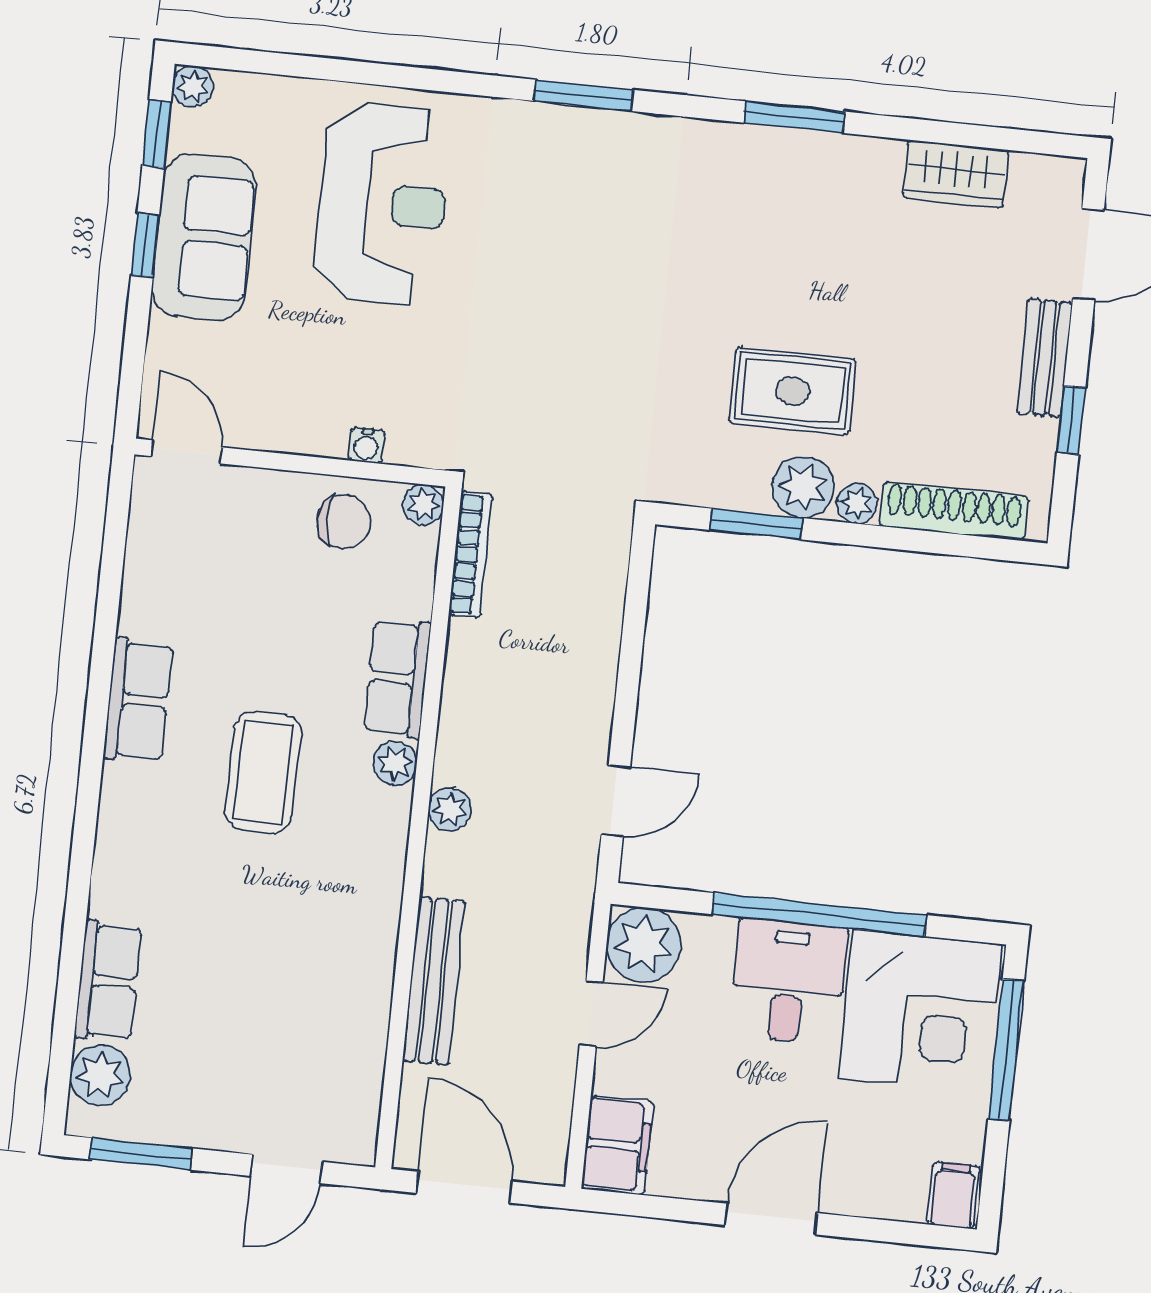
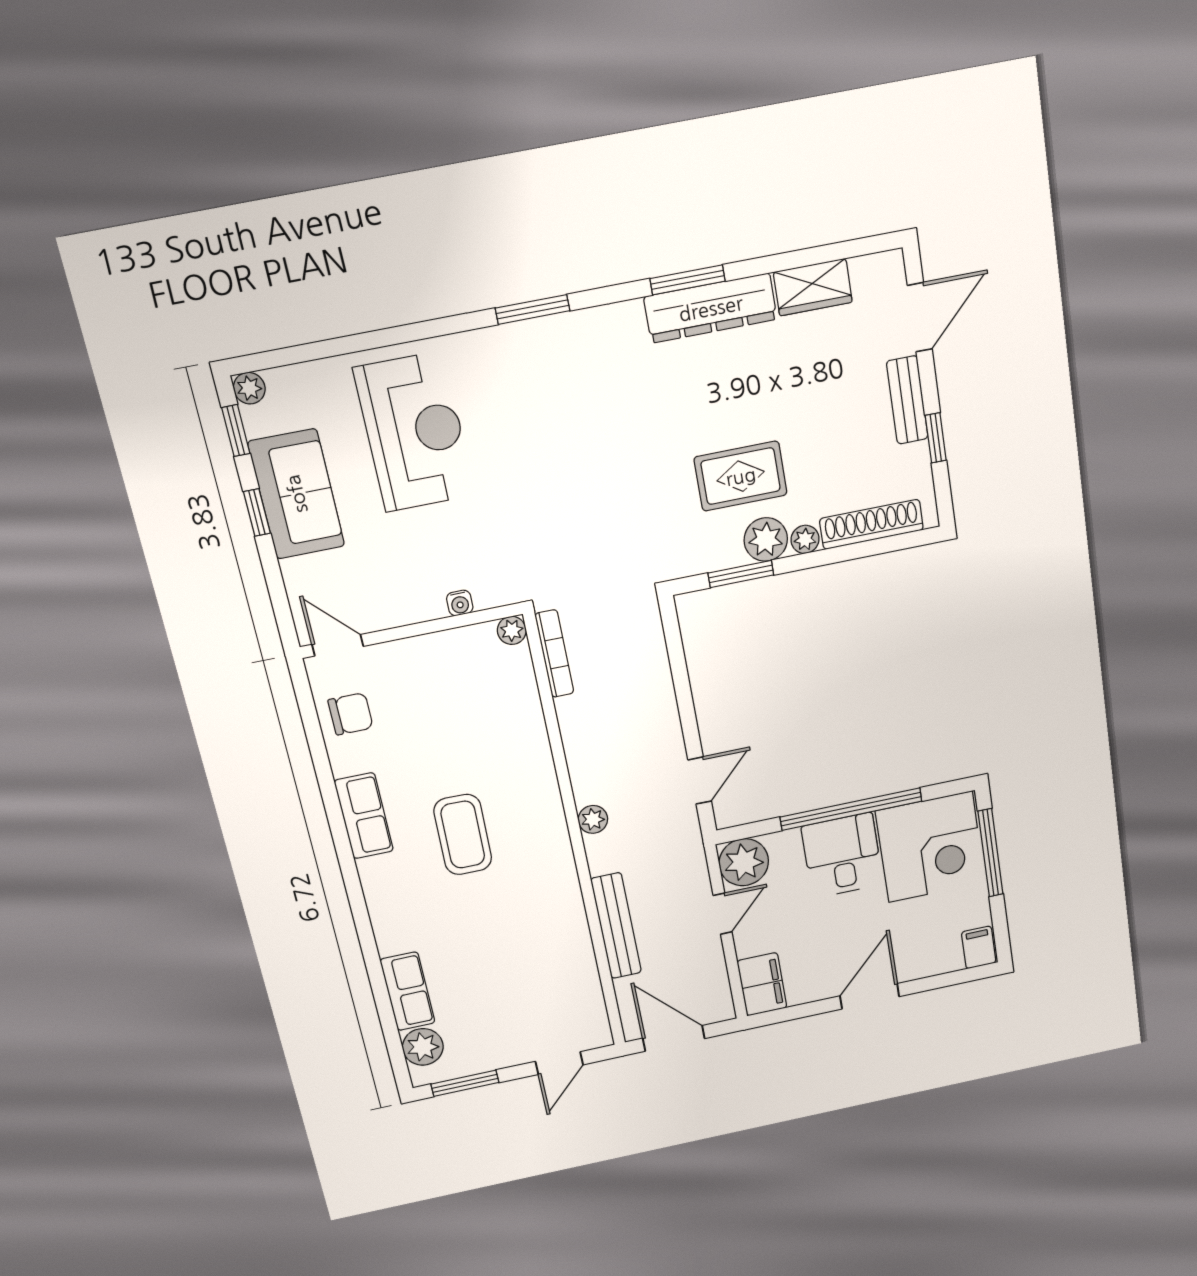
dresser: (814, 161) -> (711, 308), added
chair: (344, 521) -> (351, 714), moved
row of seats: (397, 678) -> (532, 748), removed
plant: (395, 763) -> (548, 802), removed

